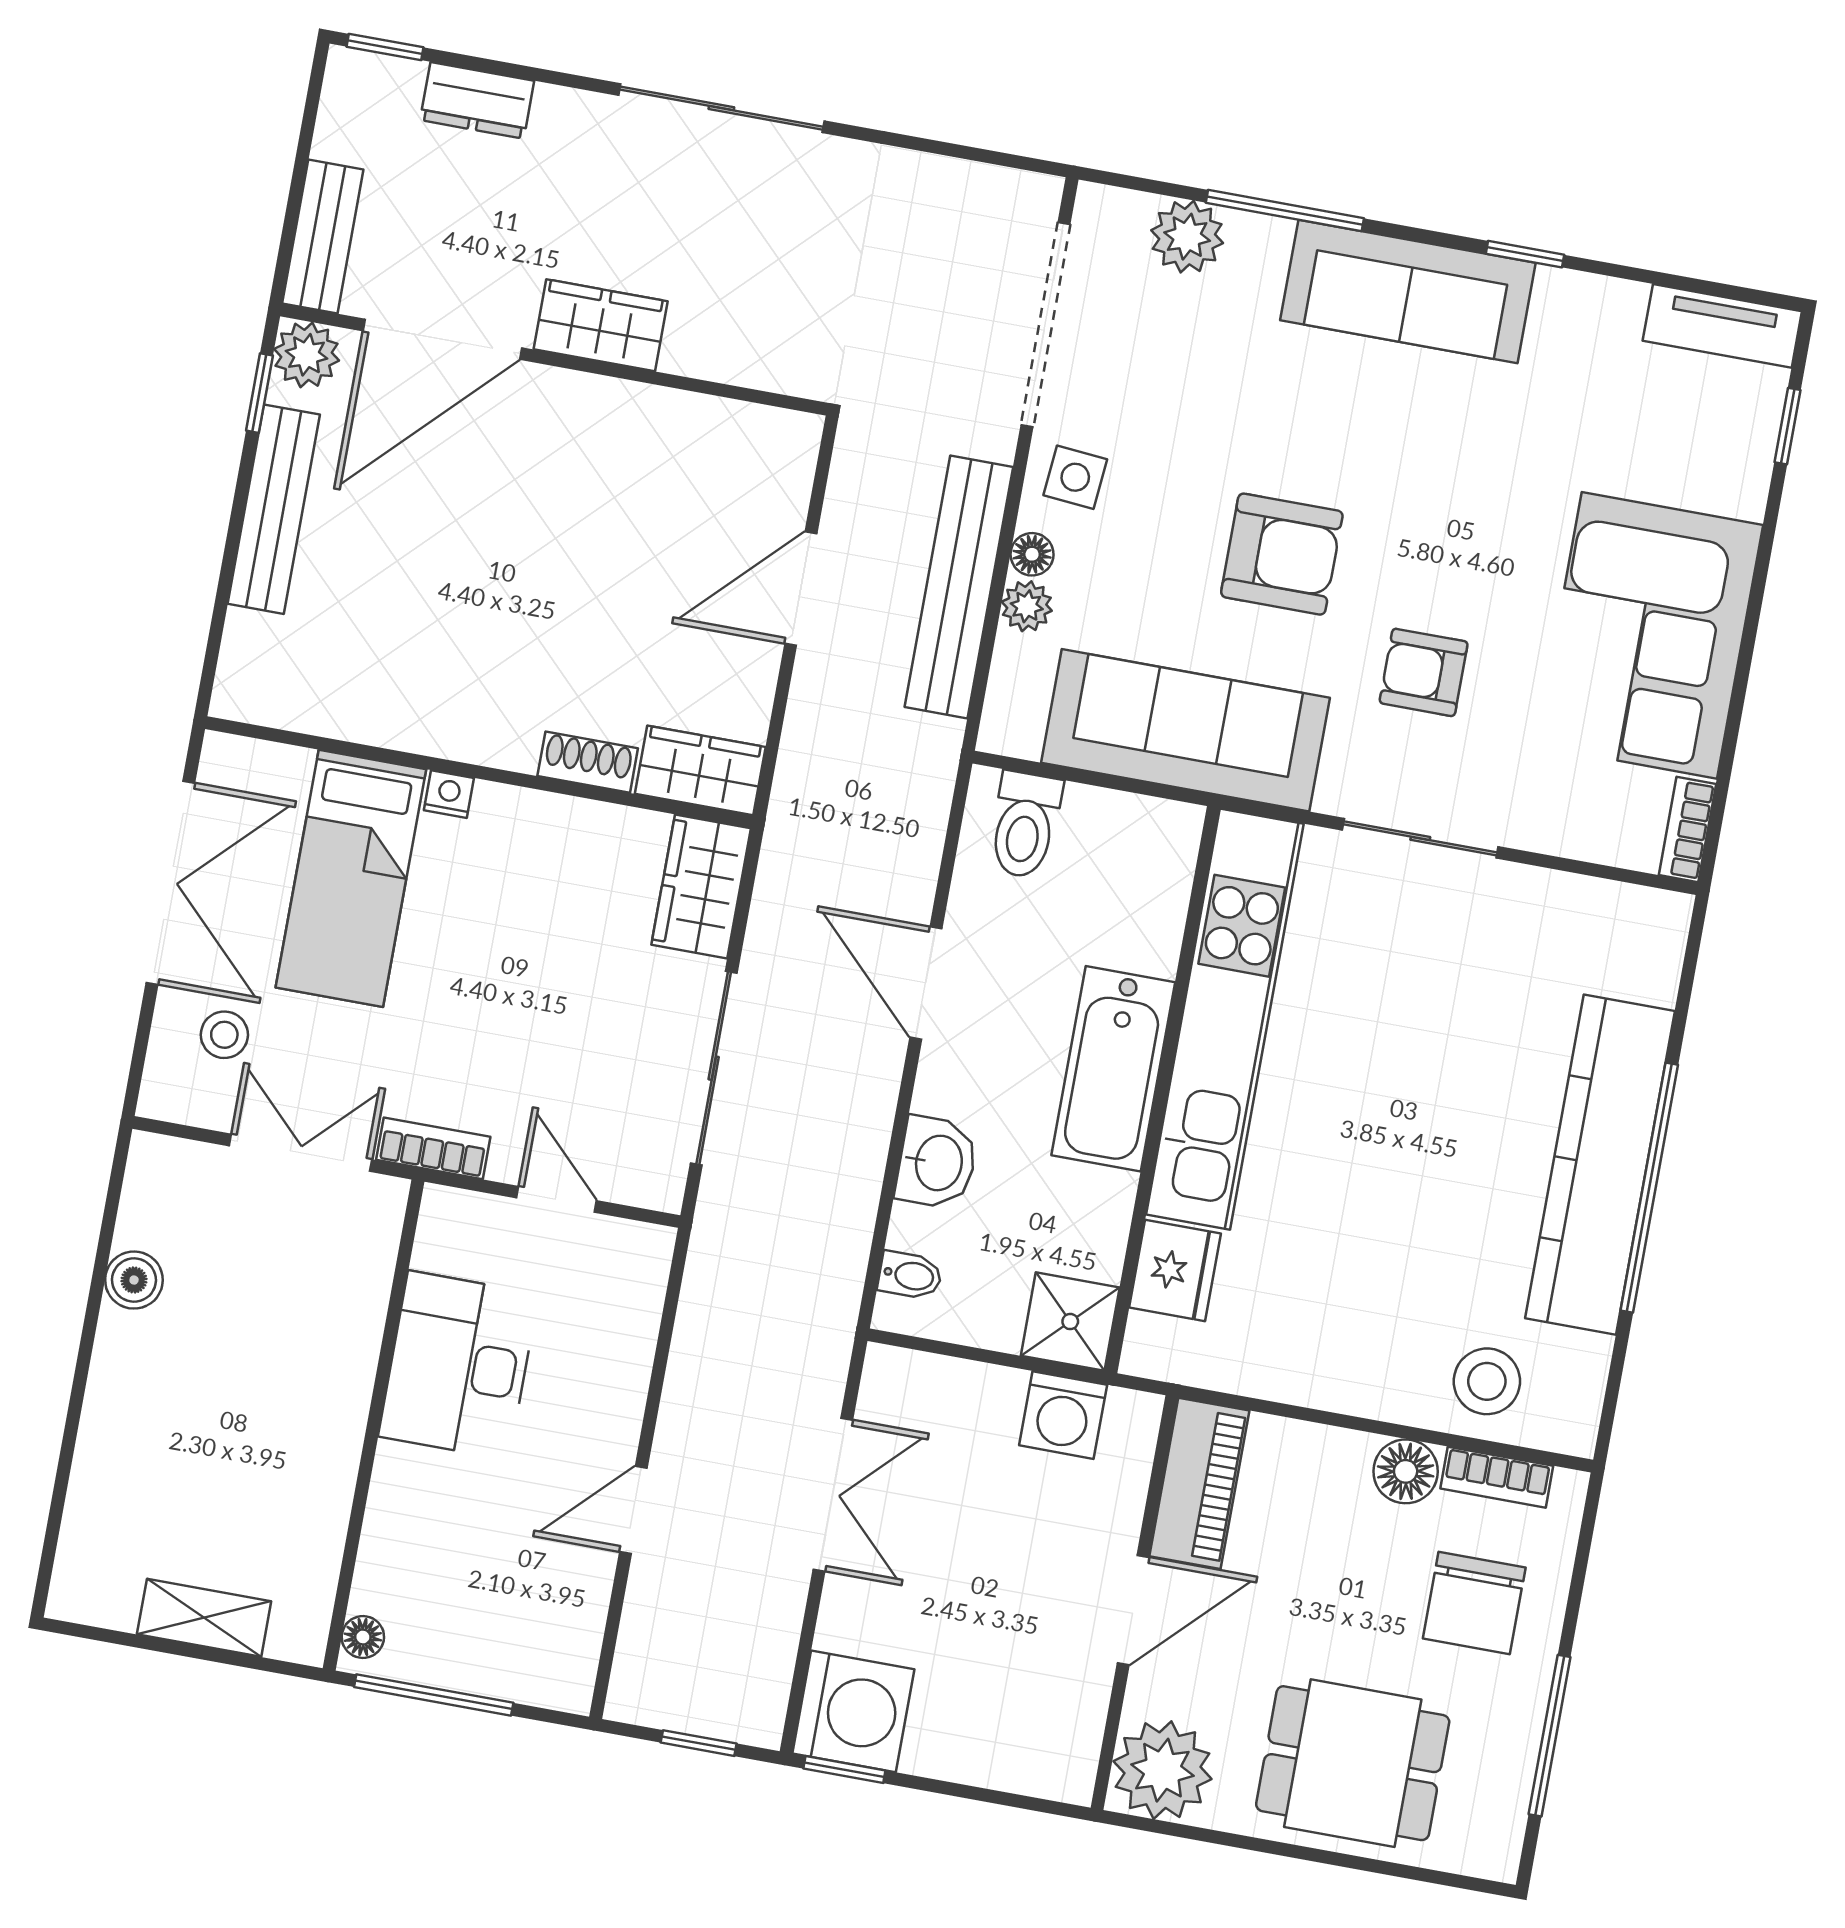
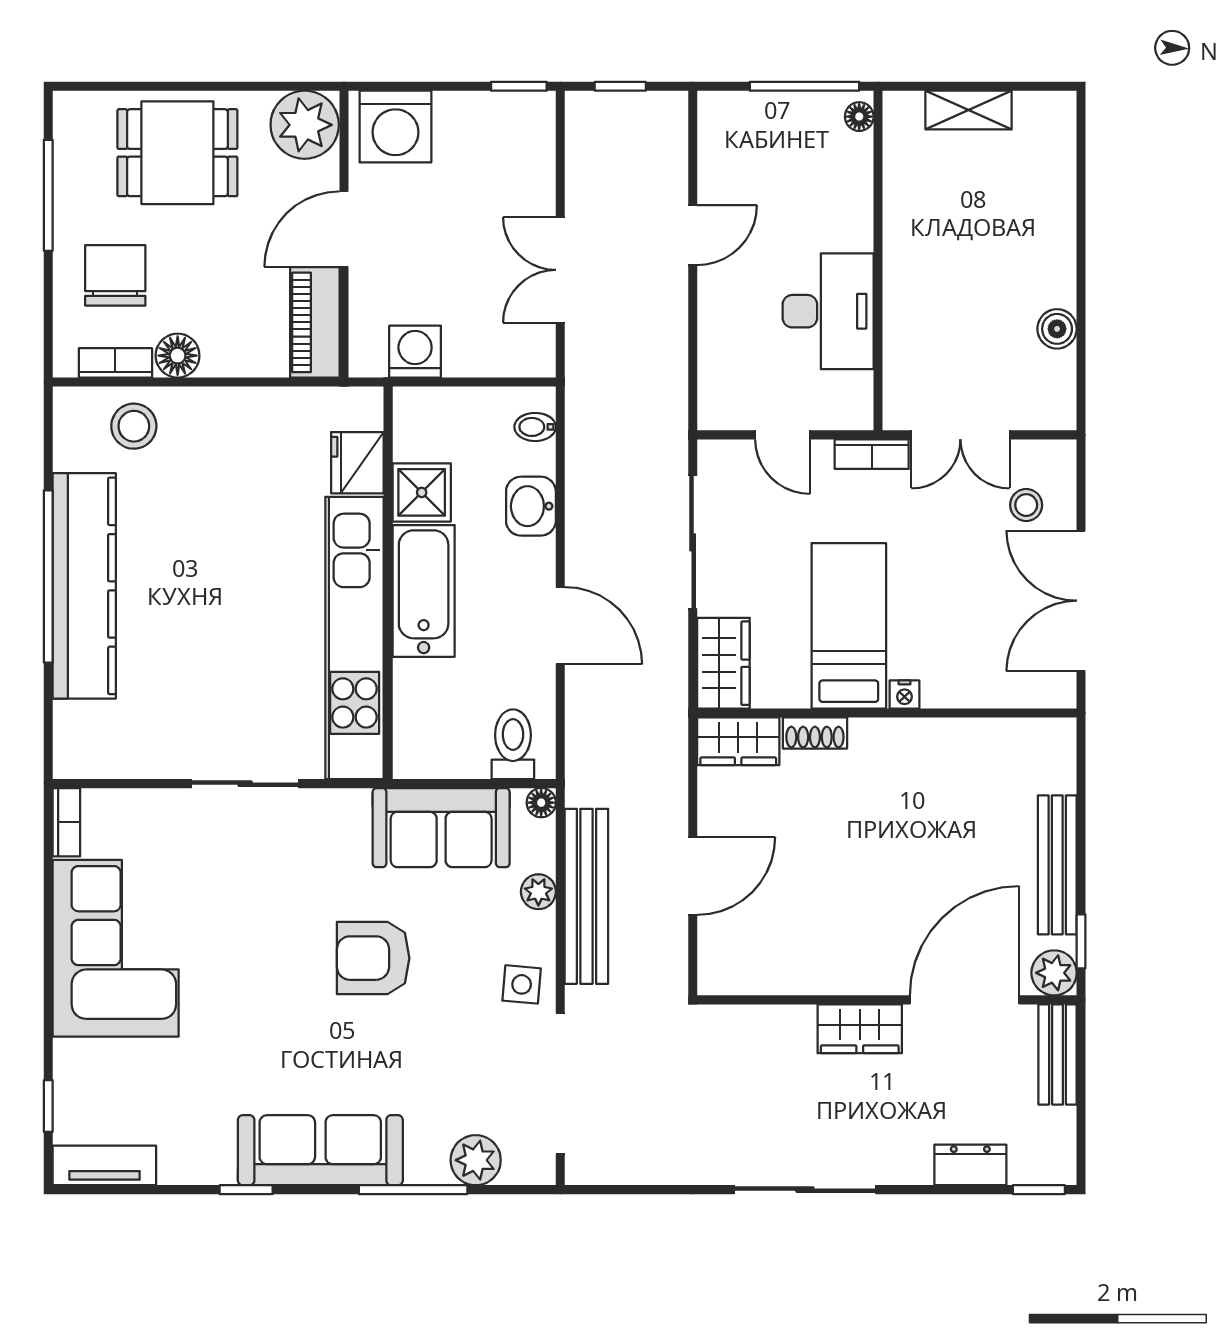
floor lamp: (1032, 554) -> (541, 803), moved
armchair: (1424, 672) -> (263, 896), removed
sofa: (1185, 730) -> (441, 828), width x0.73
bed: (351, 878) -> (849, 626), moved
shower: (1070, 1322) -> (422, 492), moved
washing machine: (853, 1711) -> (395, 127), moved, turned -90

